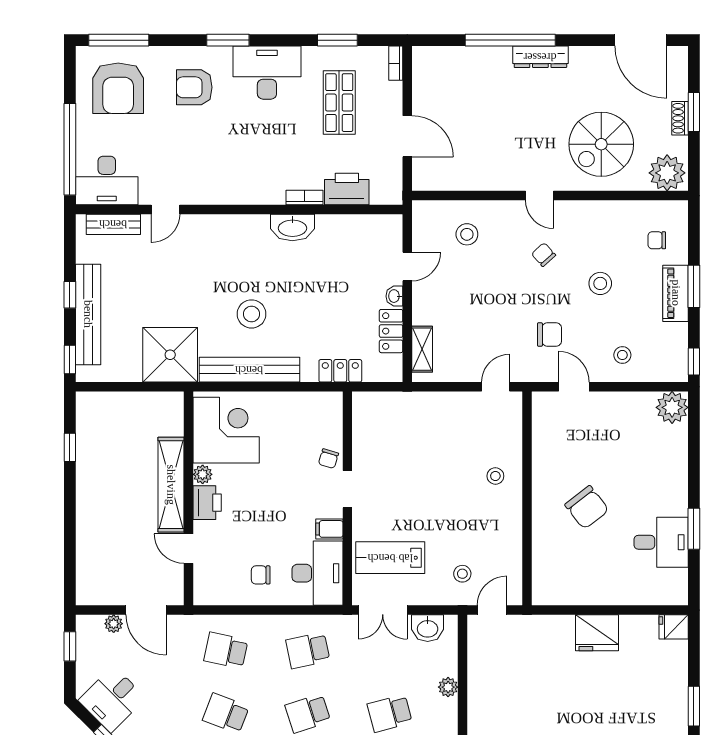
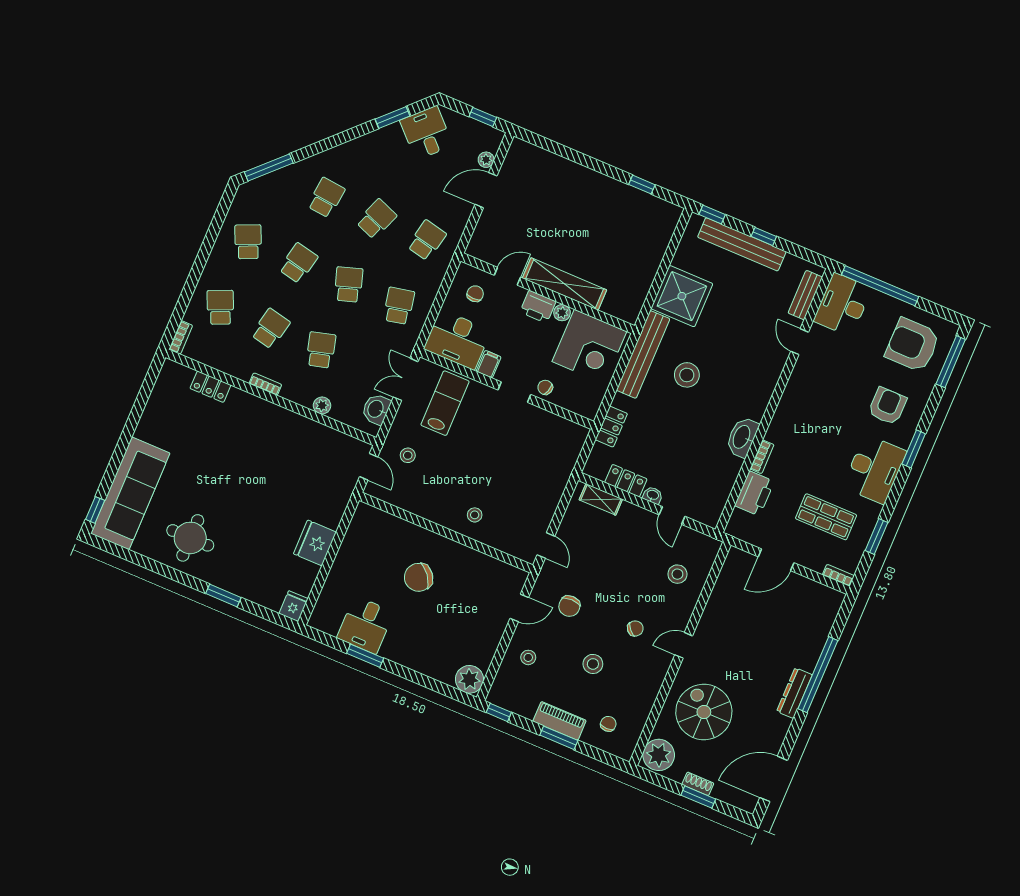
corner desk: (226, 430) -> (589, 347), moved
plant: (203, 474) -> (562, 313), moved
shelving: (171, 485) -> (564, 284), moved
wall: (189, 498) -> (548, 293), moved
printer: (207, 503) -> (538, 307), moved
door: (189, 549) -> (507, 276), moved

